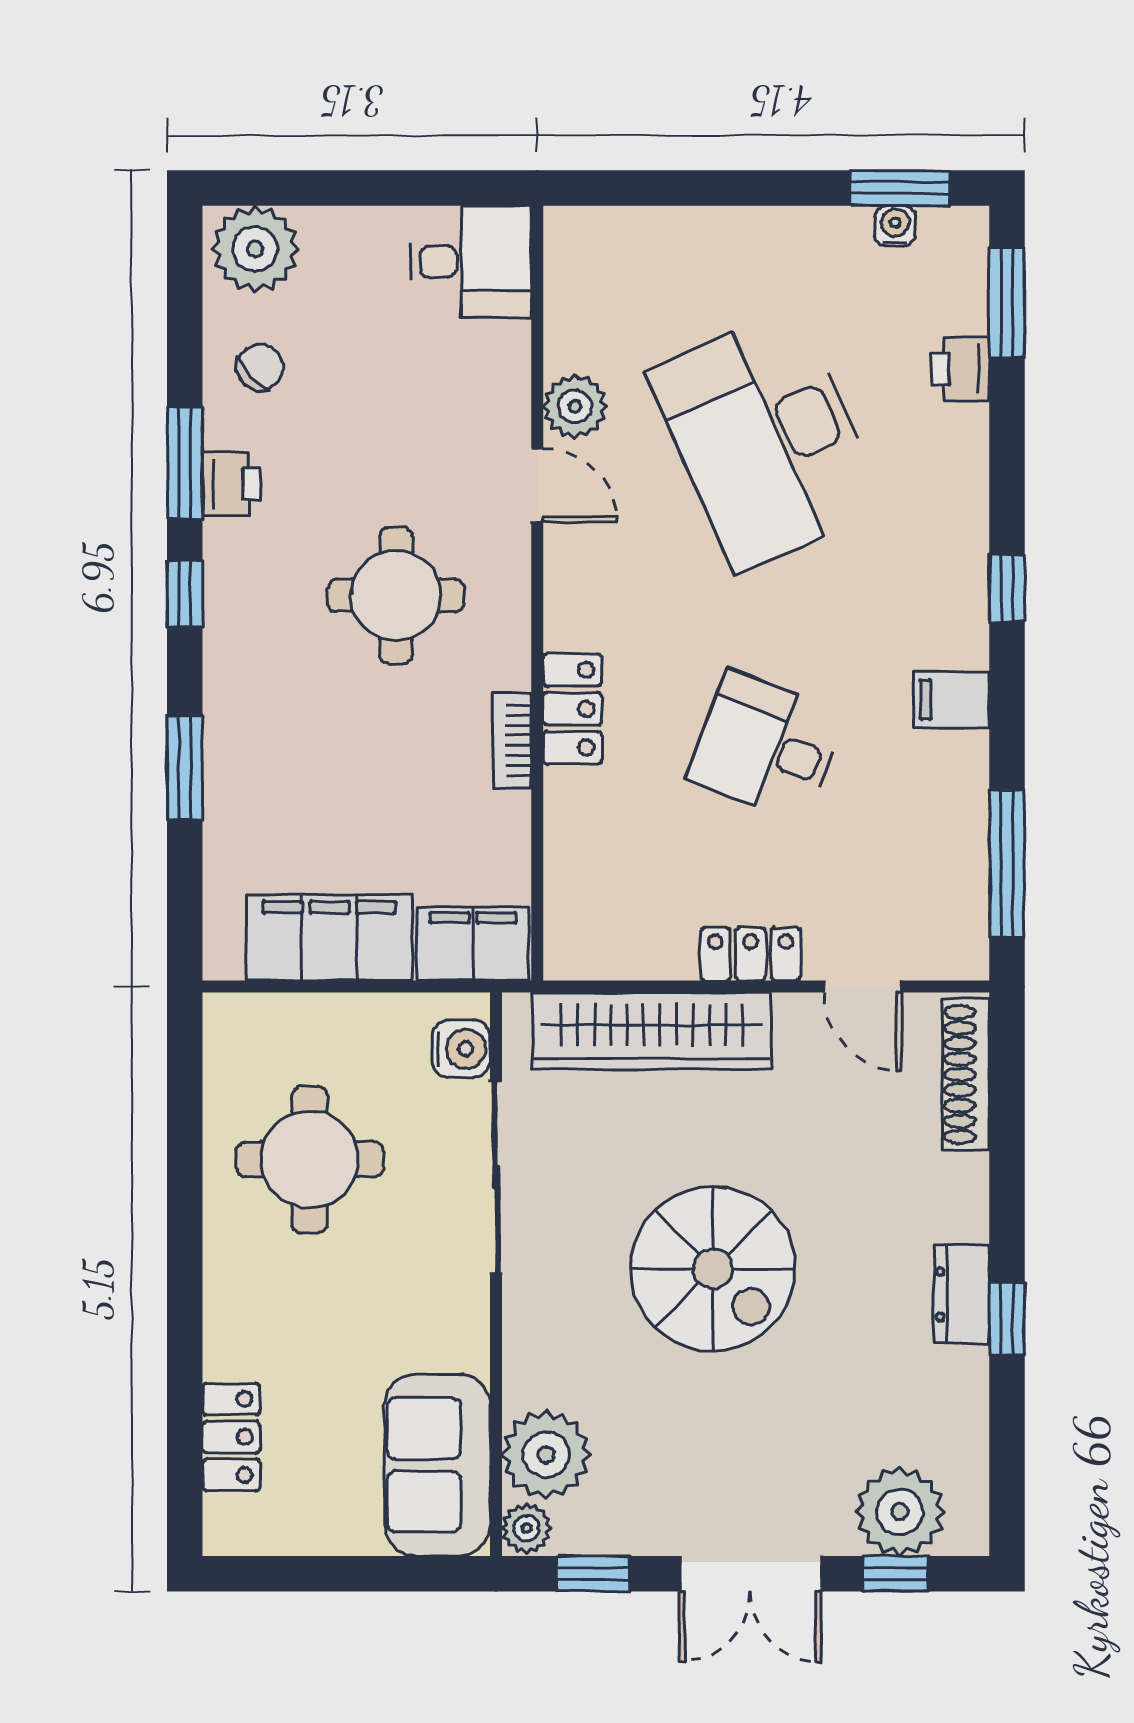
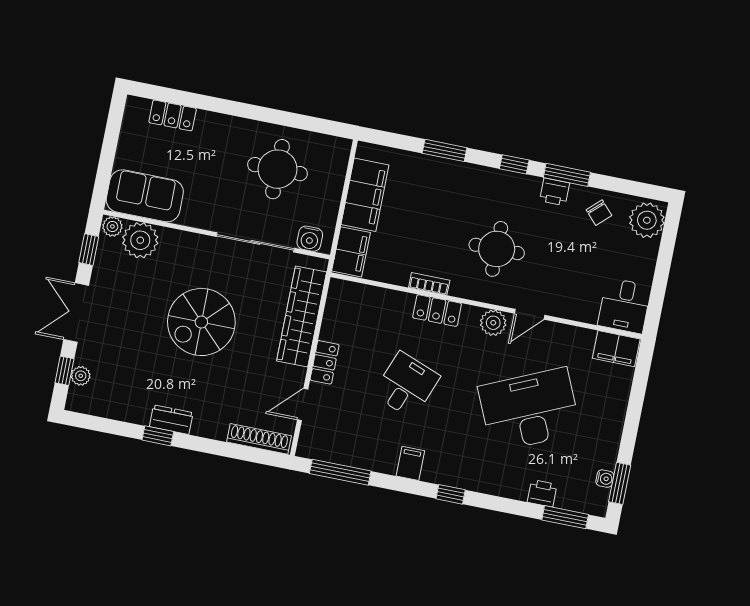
filing cabinet: (578, 261) -> (616, 349), added
plant: (575, 406) -> (493, 323), moved
plant: (900, 1512) -> (81, 376), width x0.53, depth x0.53

